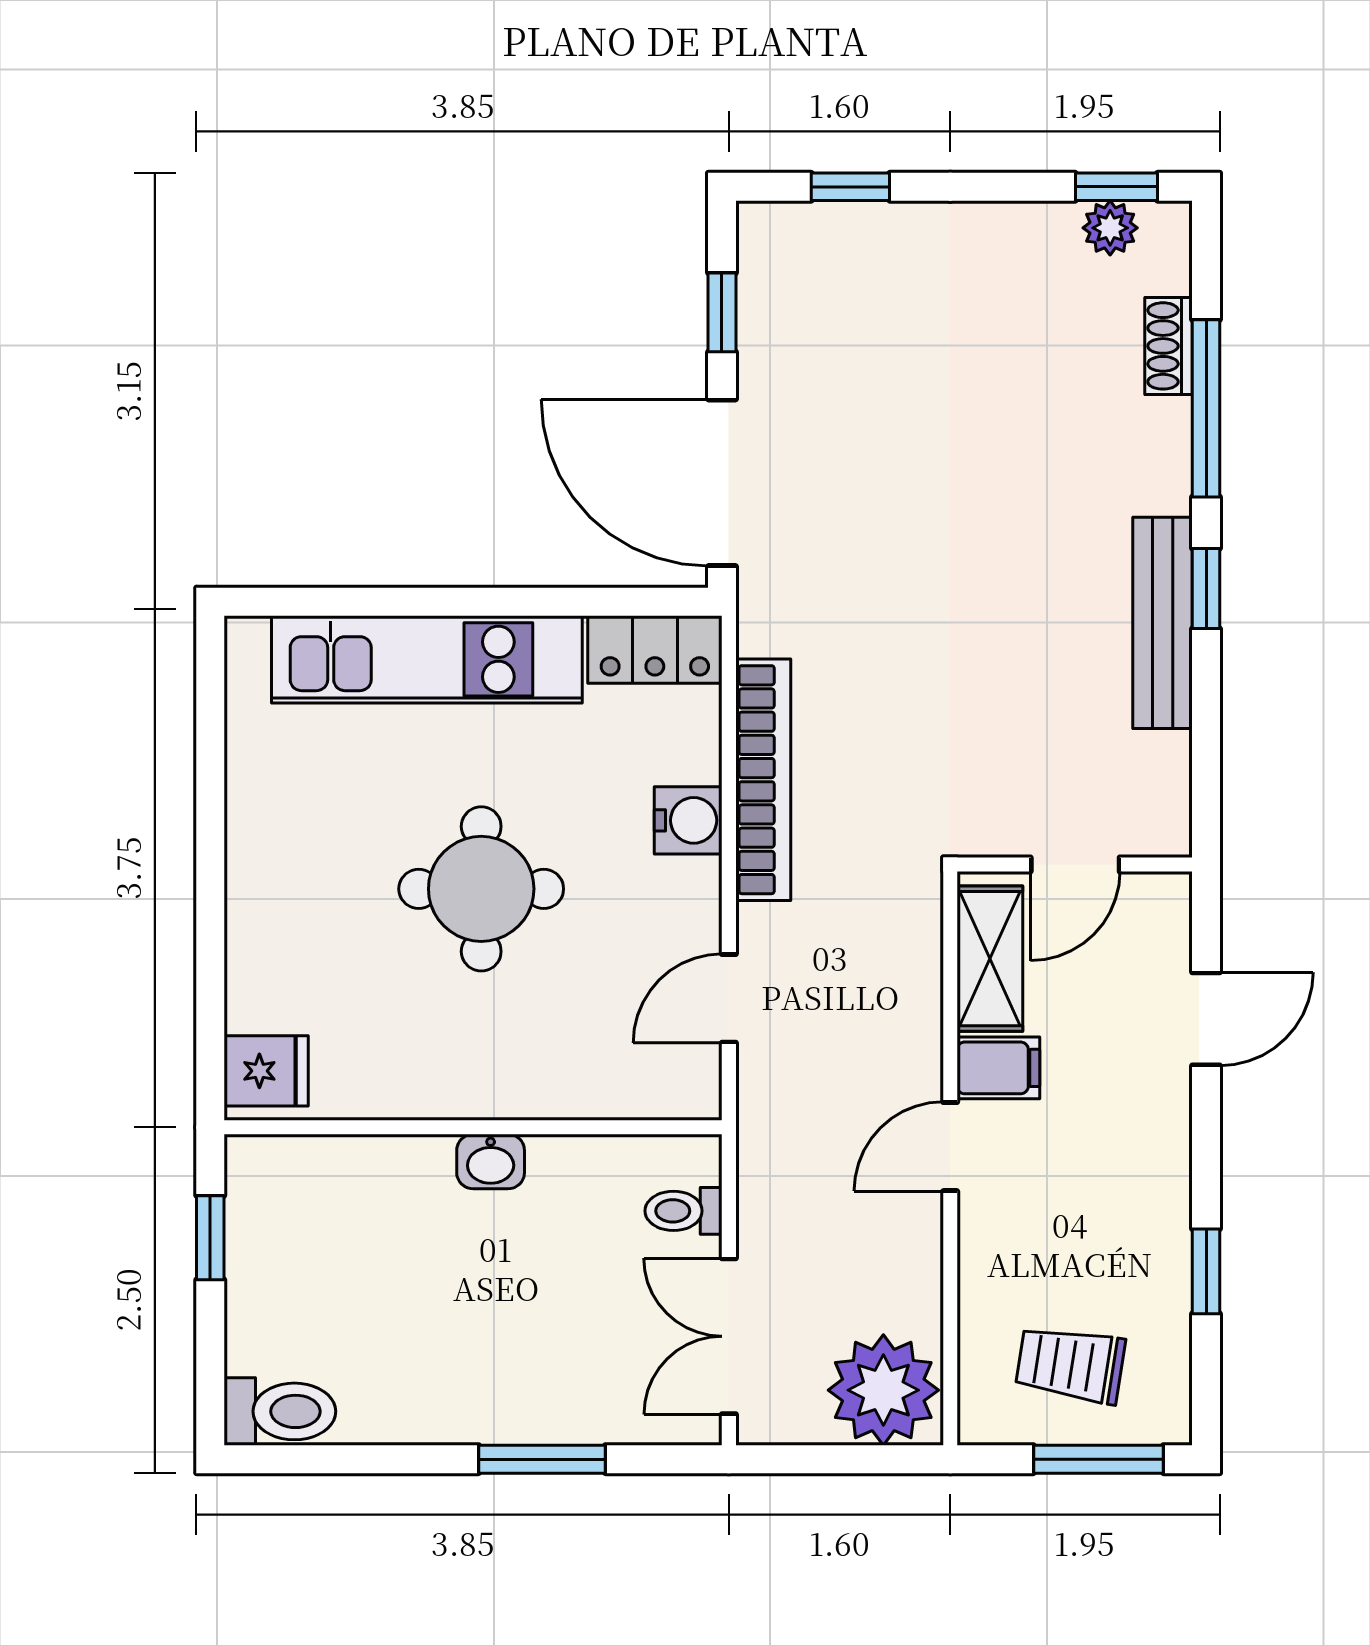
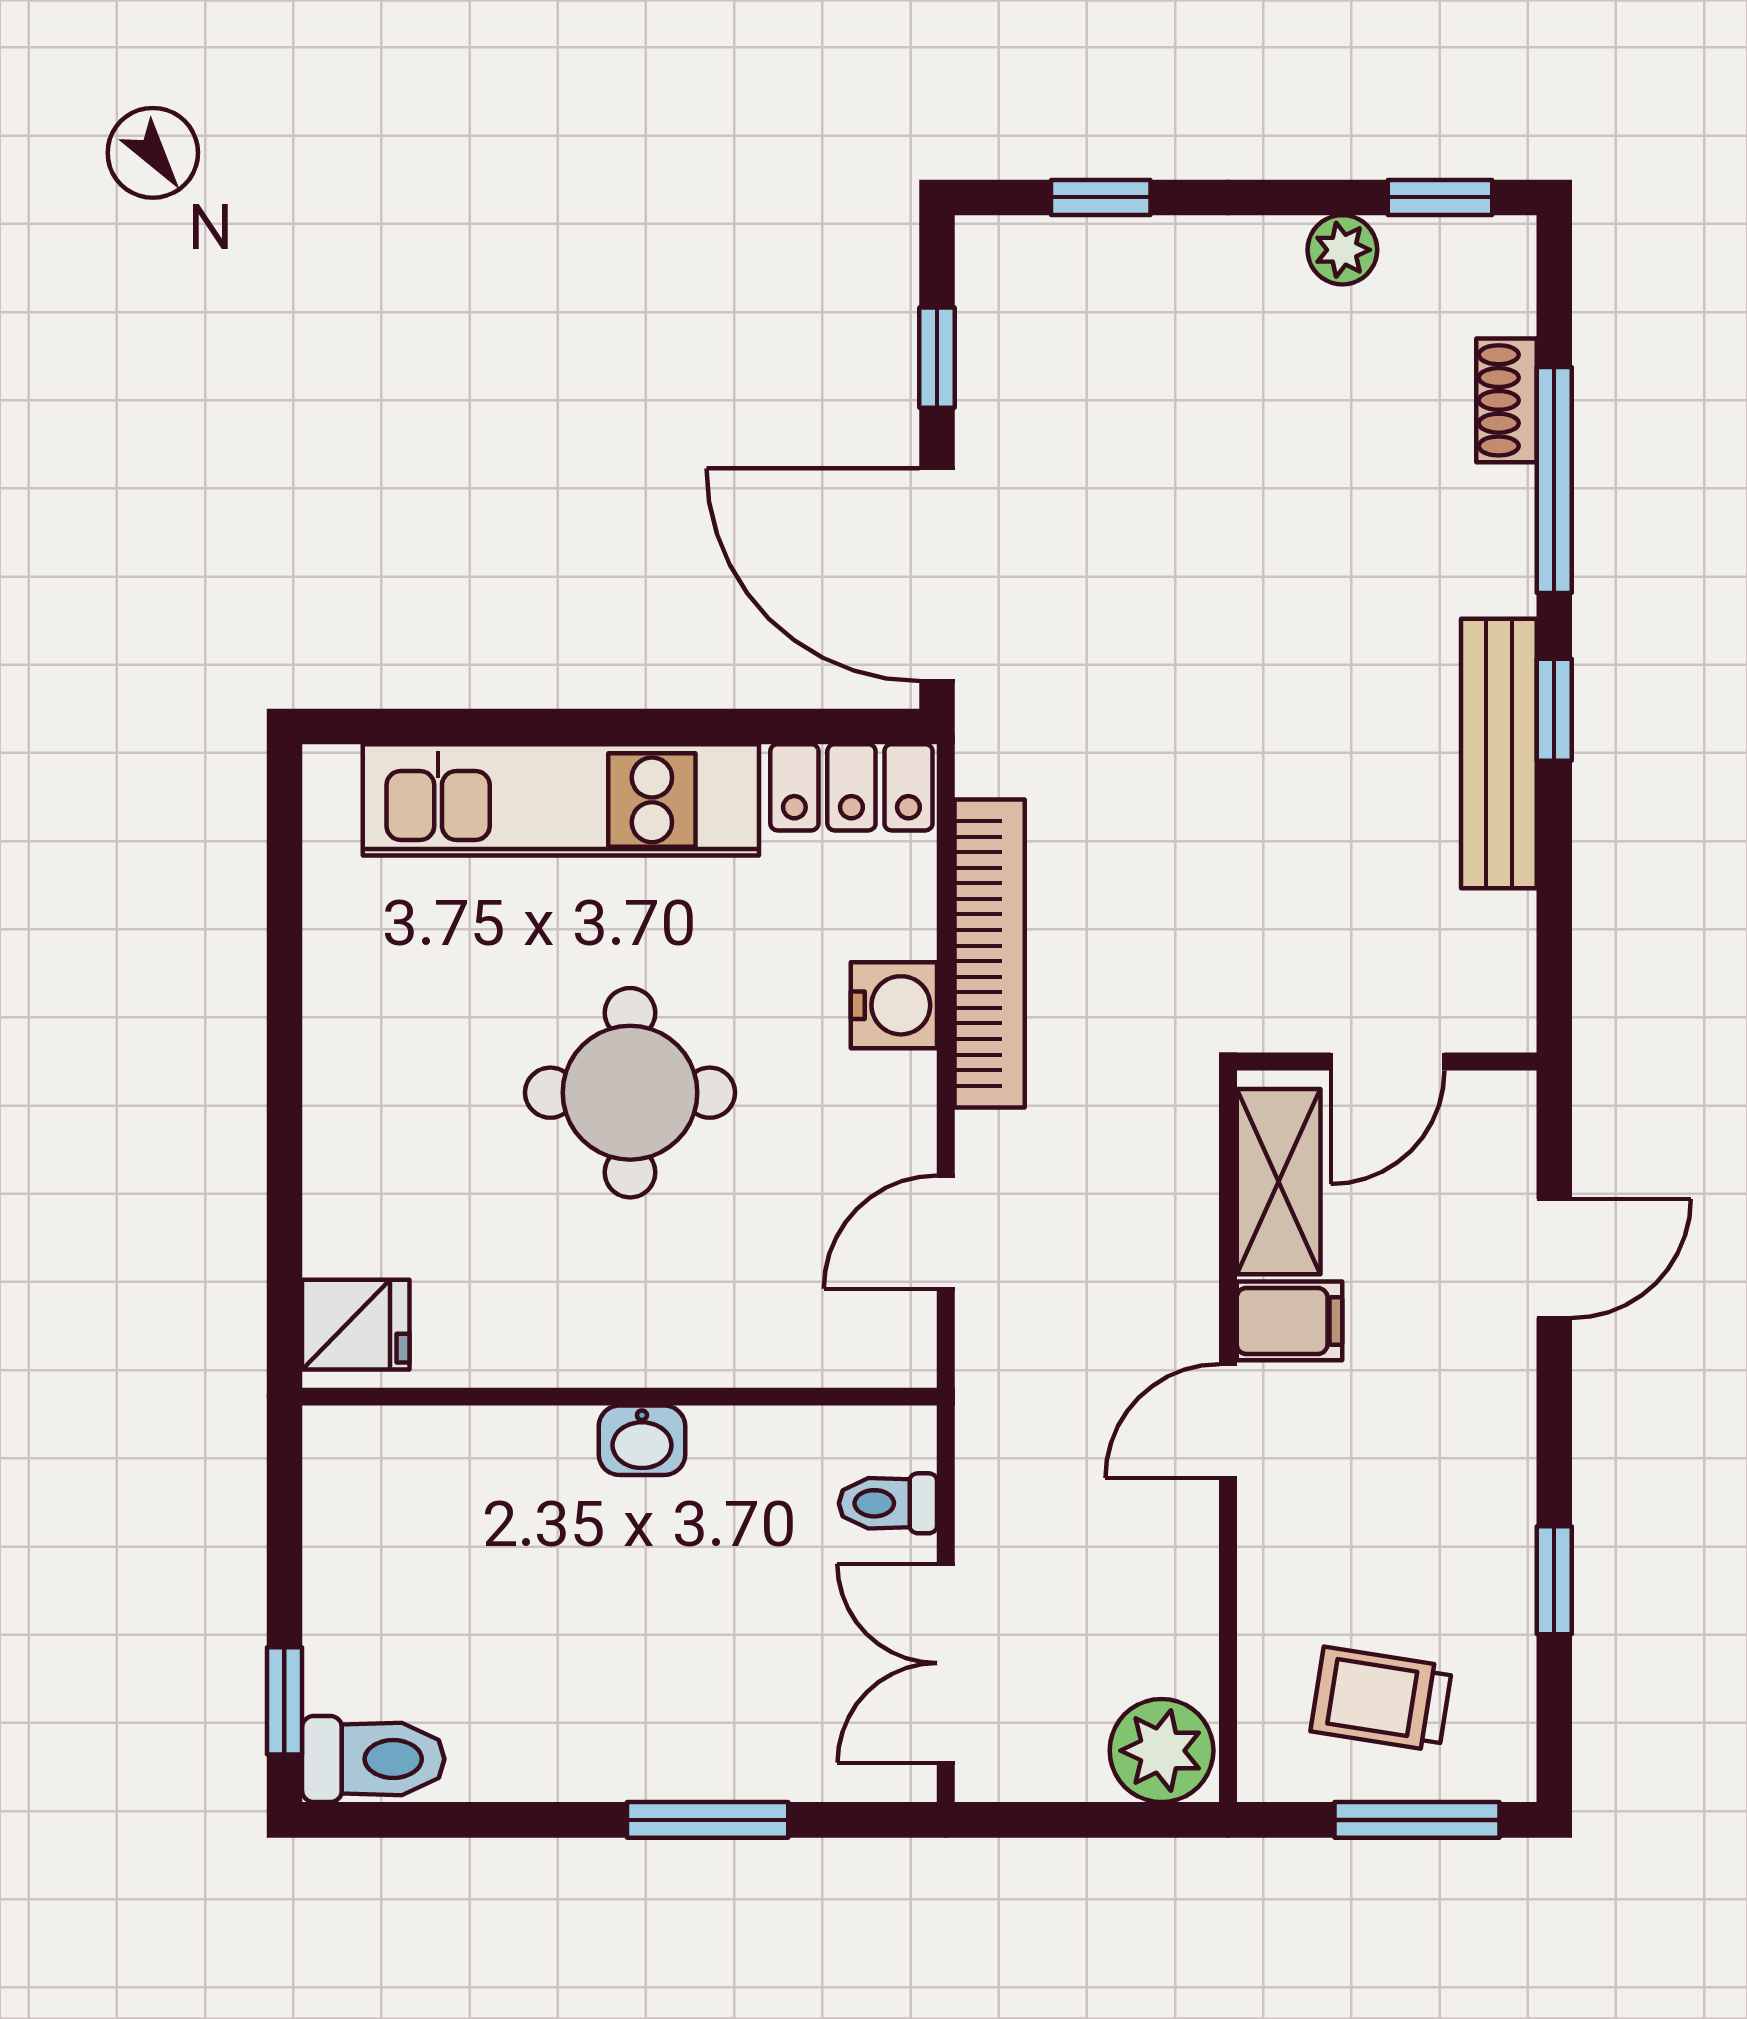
plant: (1110, 228) -> (1342, 250), moved
window: (210, 1238) -> (284, 1701), moved
plant: (883, 1390) -> (1162, 1751), width x0.73, depth x0.73

